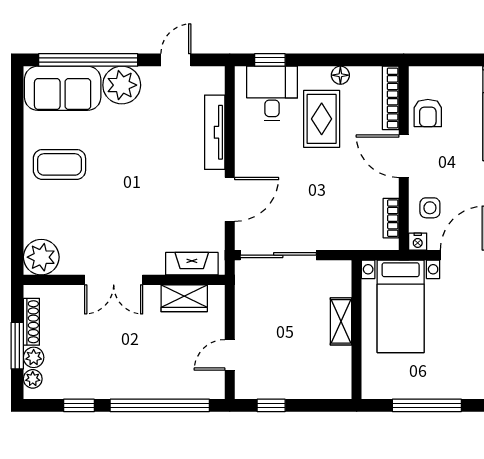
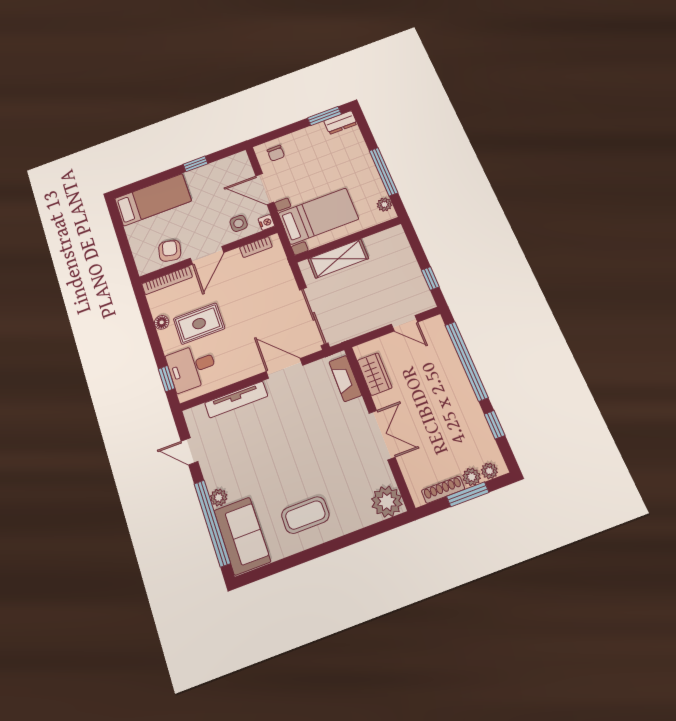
plant: (122, 85) -> (219, 497), width x0.53, depth x0.53
armchair: (428, 113) -> (170, 251), turned -78
coffee table: (59, 164) -> (305, 515), turned 90
shelving: (341, 321) -> (338, 259), width x1.50, depth x1.33
plant: (384, 390) -> (384, 205), added

